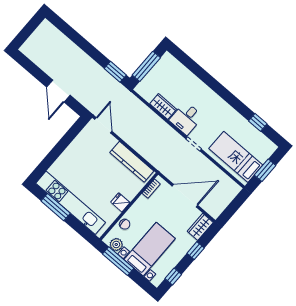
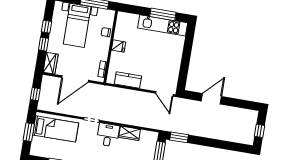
window: (29, 29) -> (260, 131), added
door: (58, 91) -> (211, 99), hinge flipped
kitchen counter: (132, 162) -> (128, 80), width x0.67
kitchen unit: (71, 203) -> (163, 25), width x0.73
window: (235, 205) -> (35, 94), added
plant: (116, 244) -> (103, 14), removed
window: (173, 276) -> (46, 27), moved

